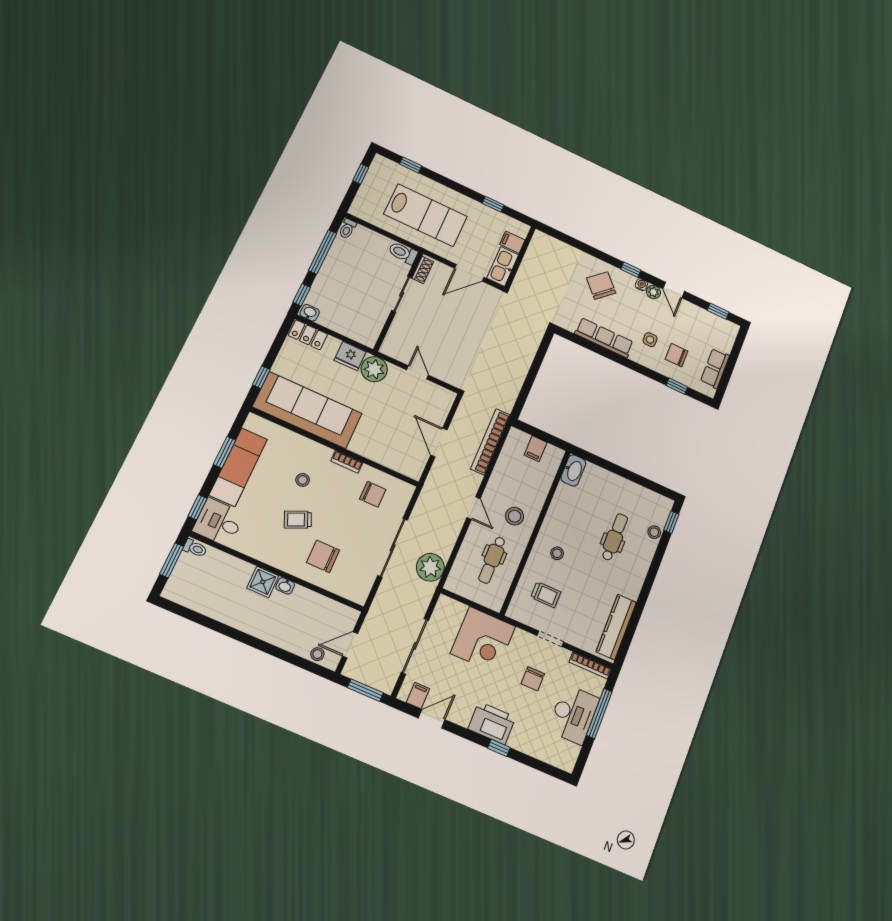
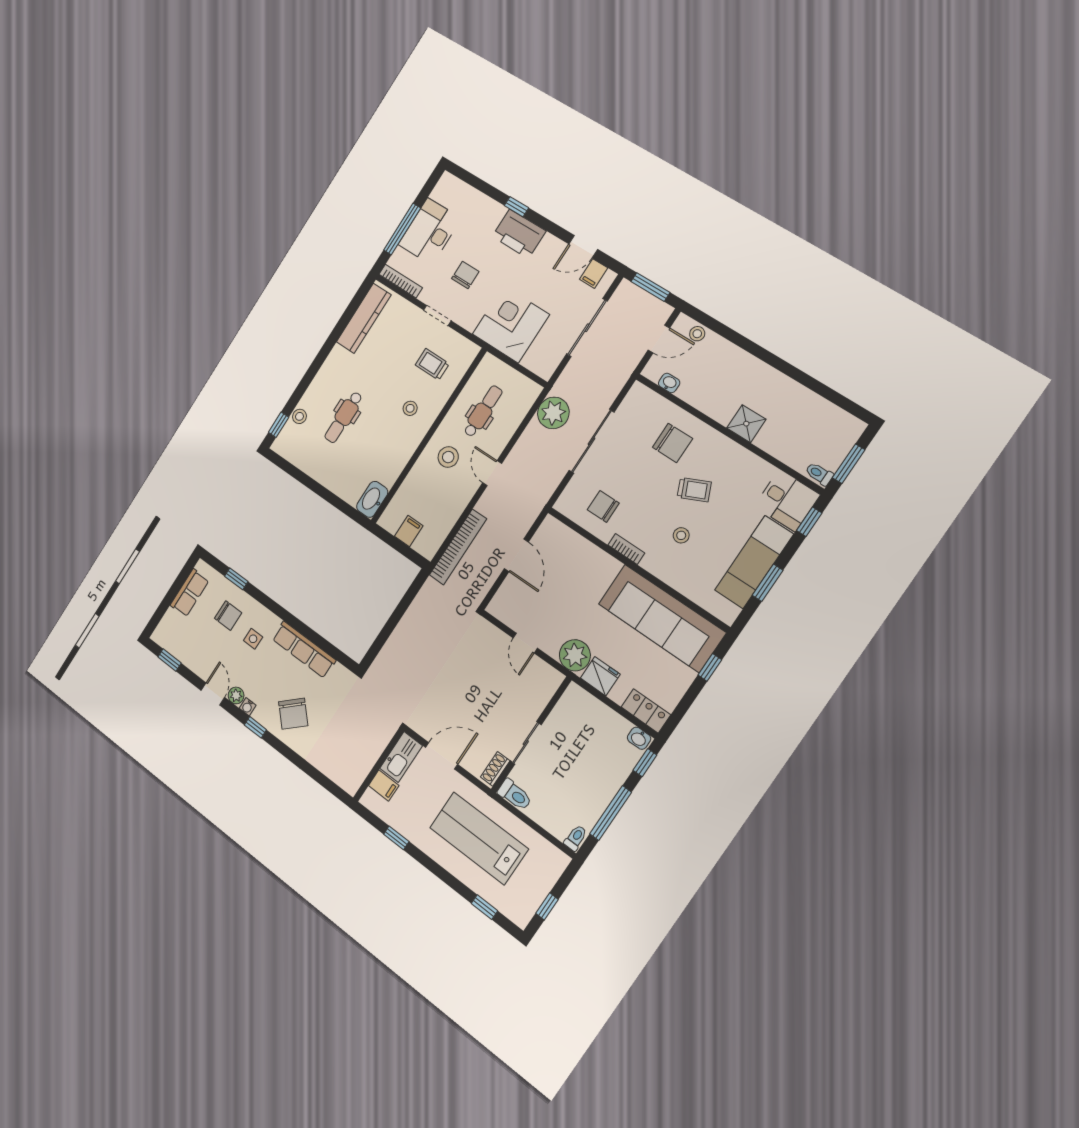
washbasin: (285, 586) -> (669, 383), moved

